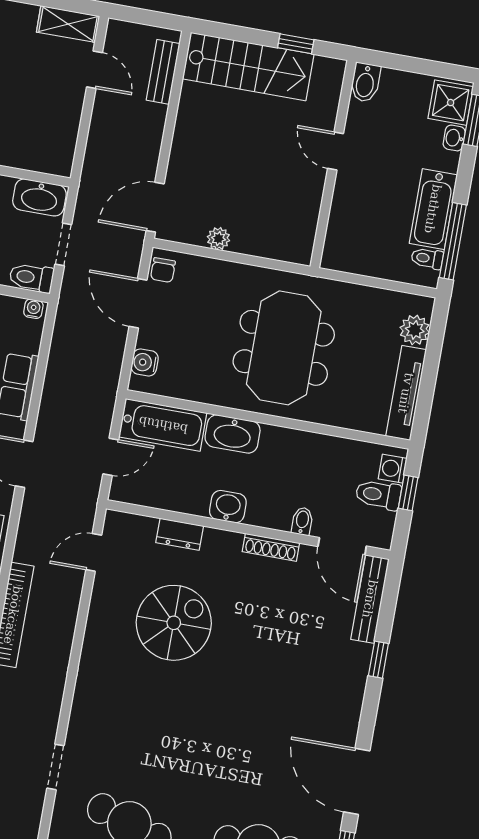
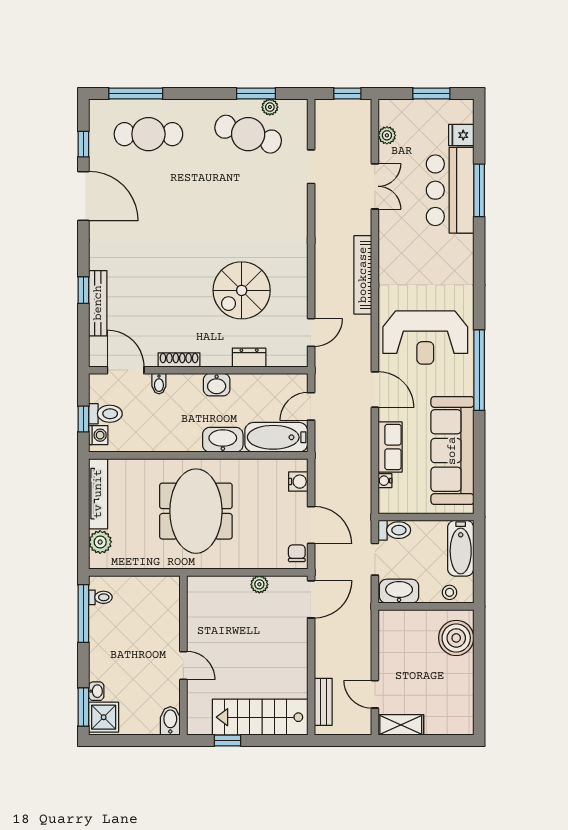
bathtub: (433, 209) -> (102, 635), removed
water cooler: (33, 309) -> (385, 481), moved, turned 90
bench: (370, 599) -> (98, 303), moved

